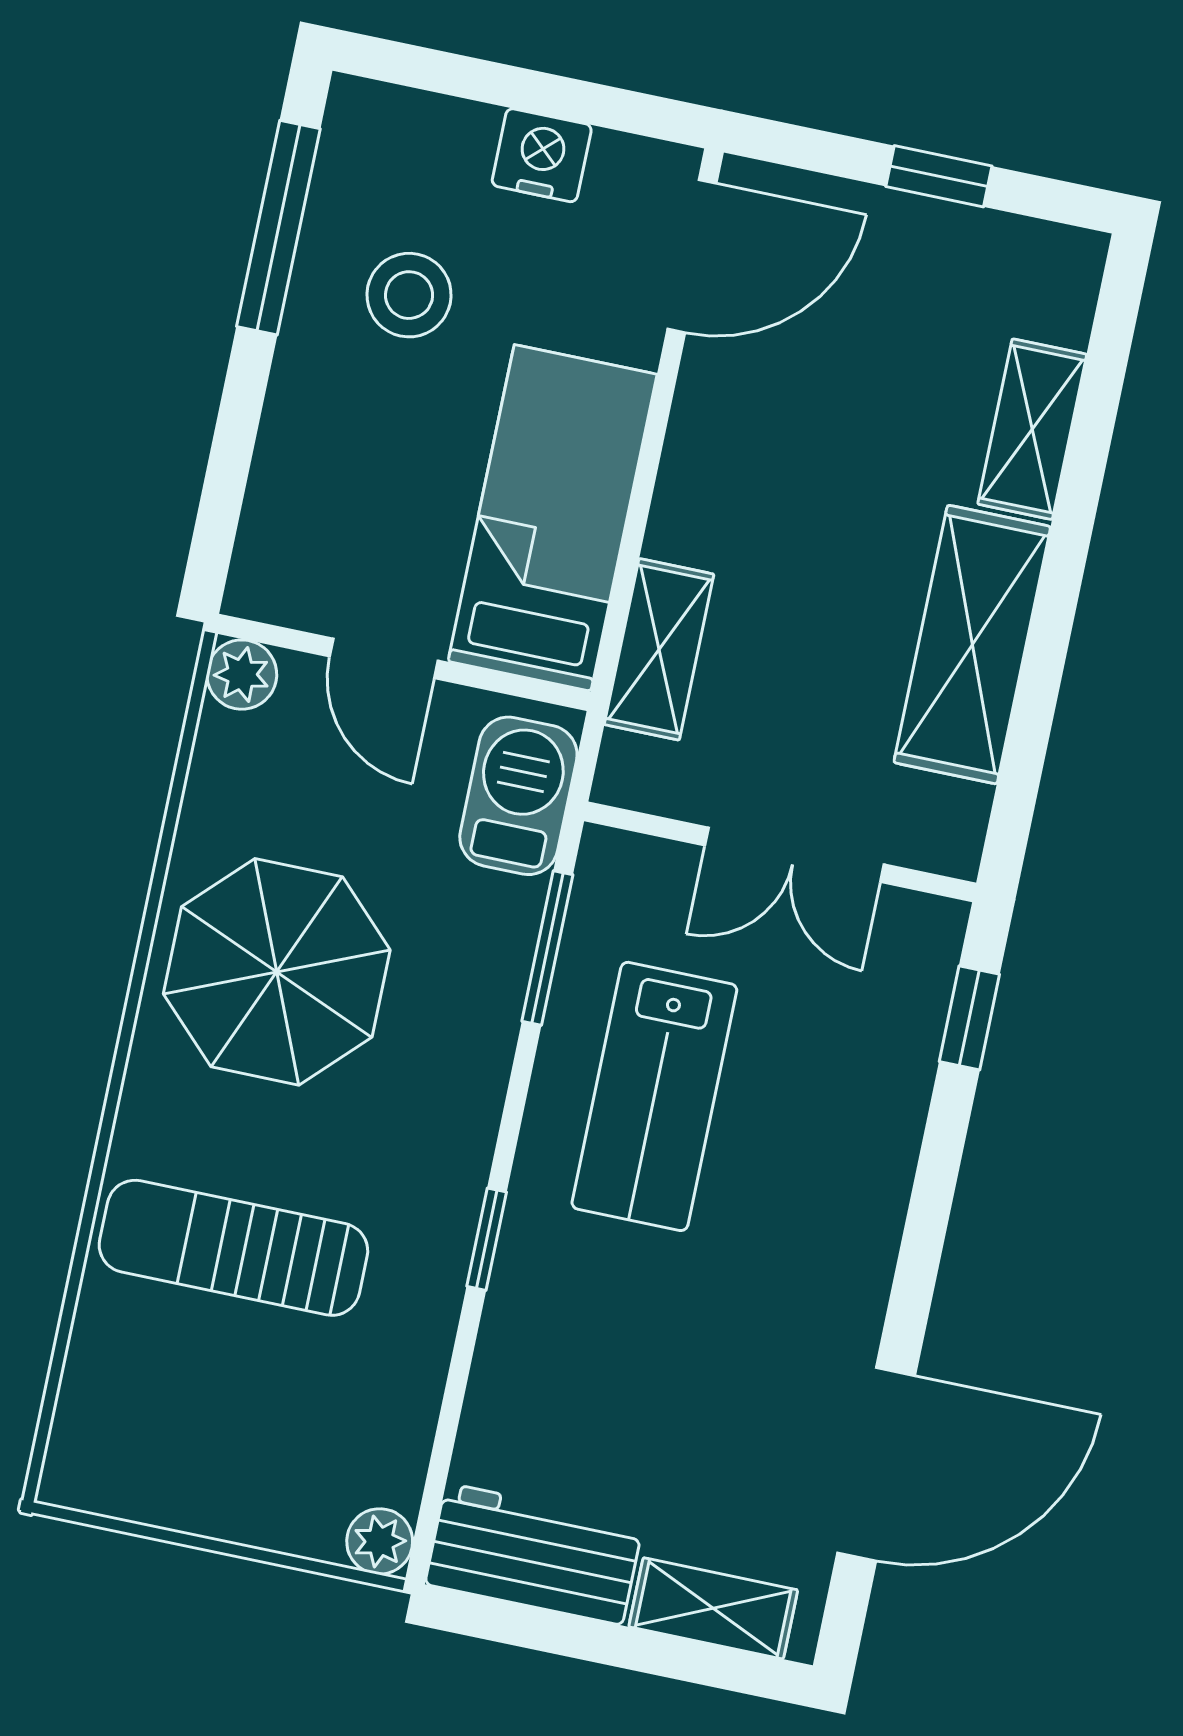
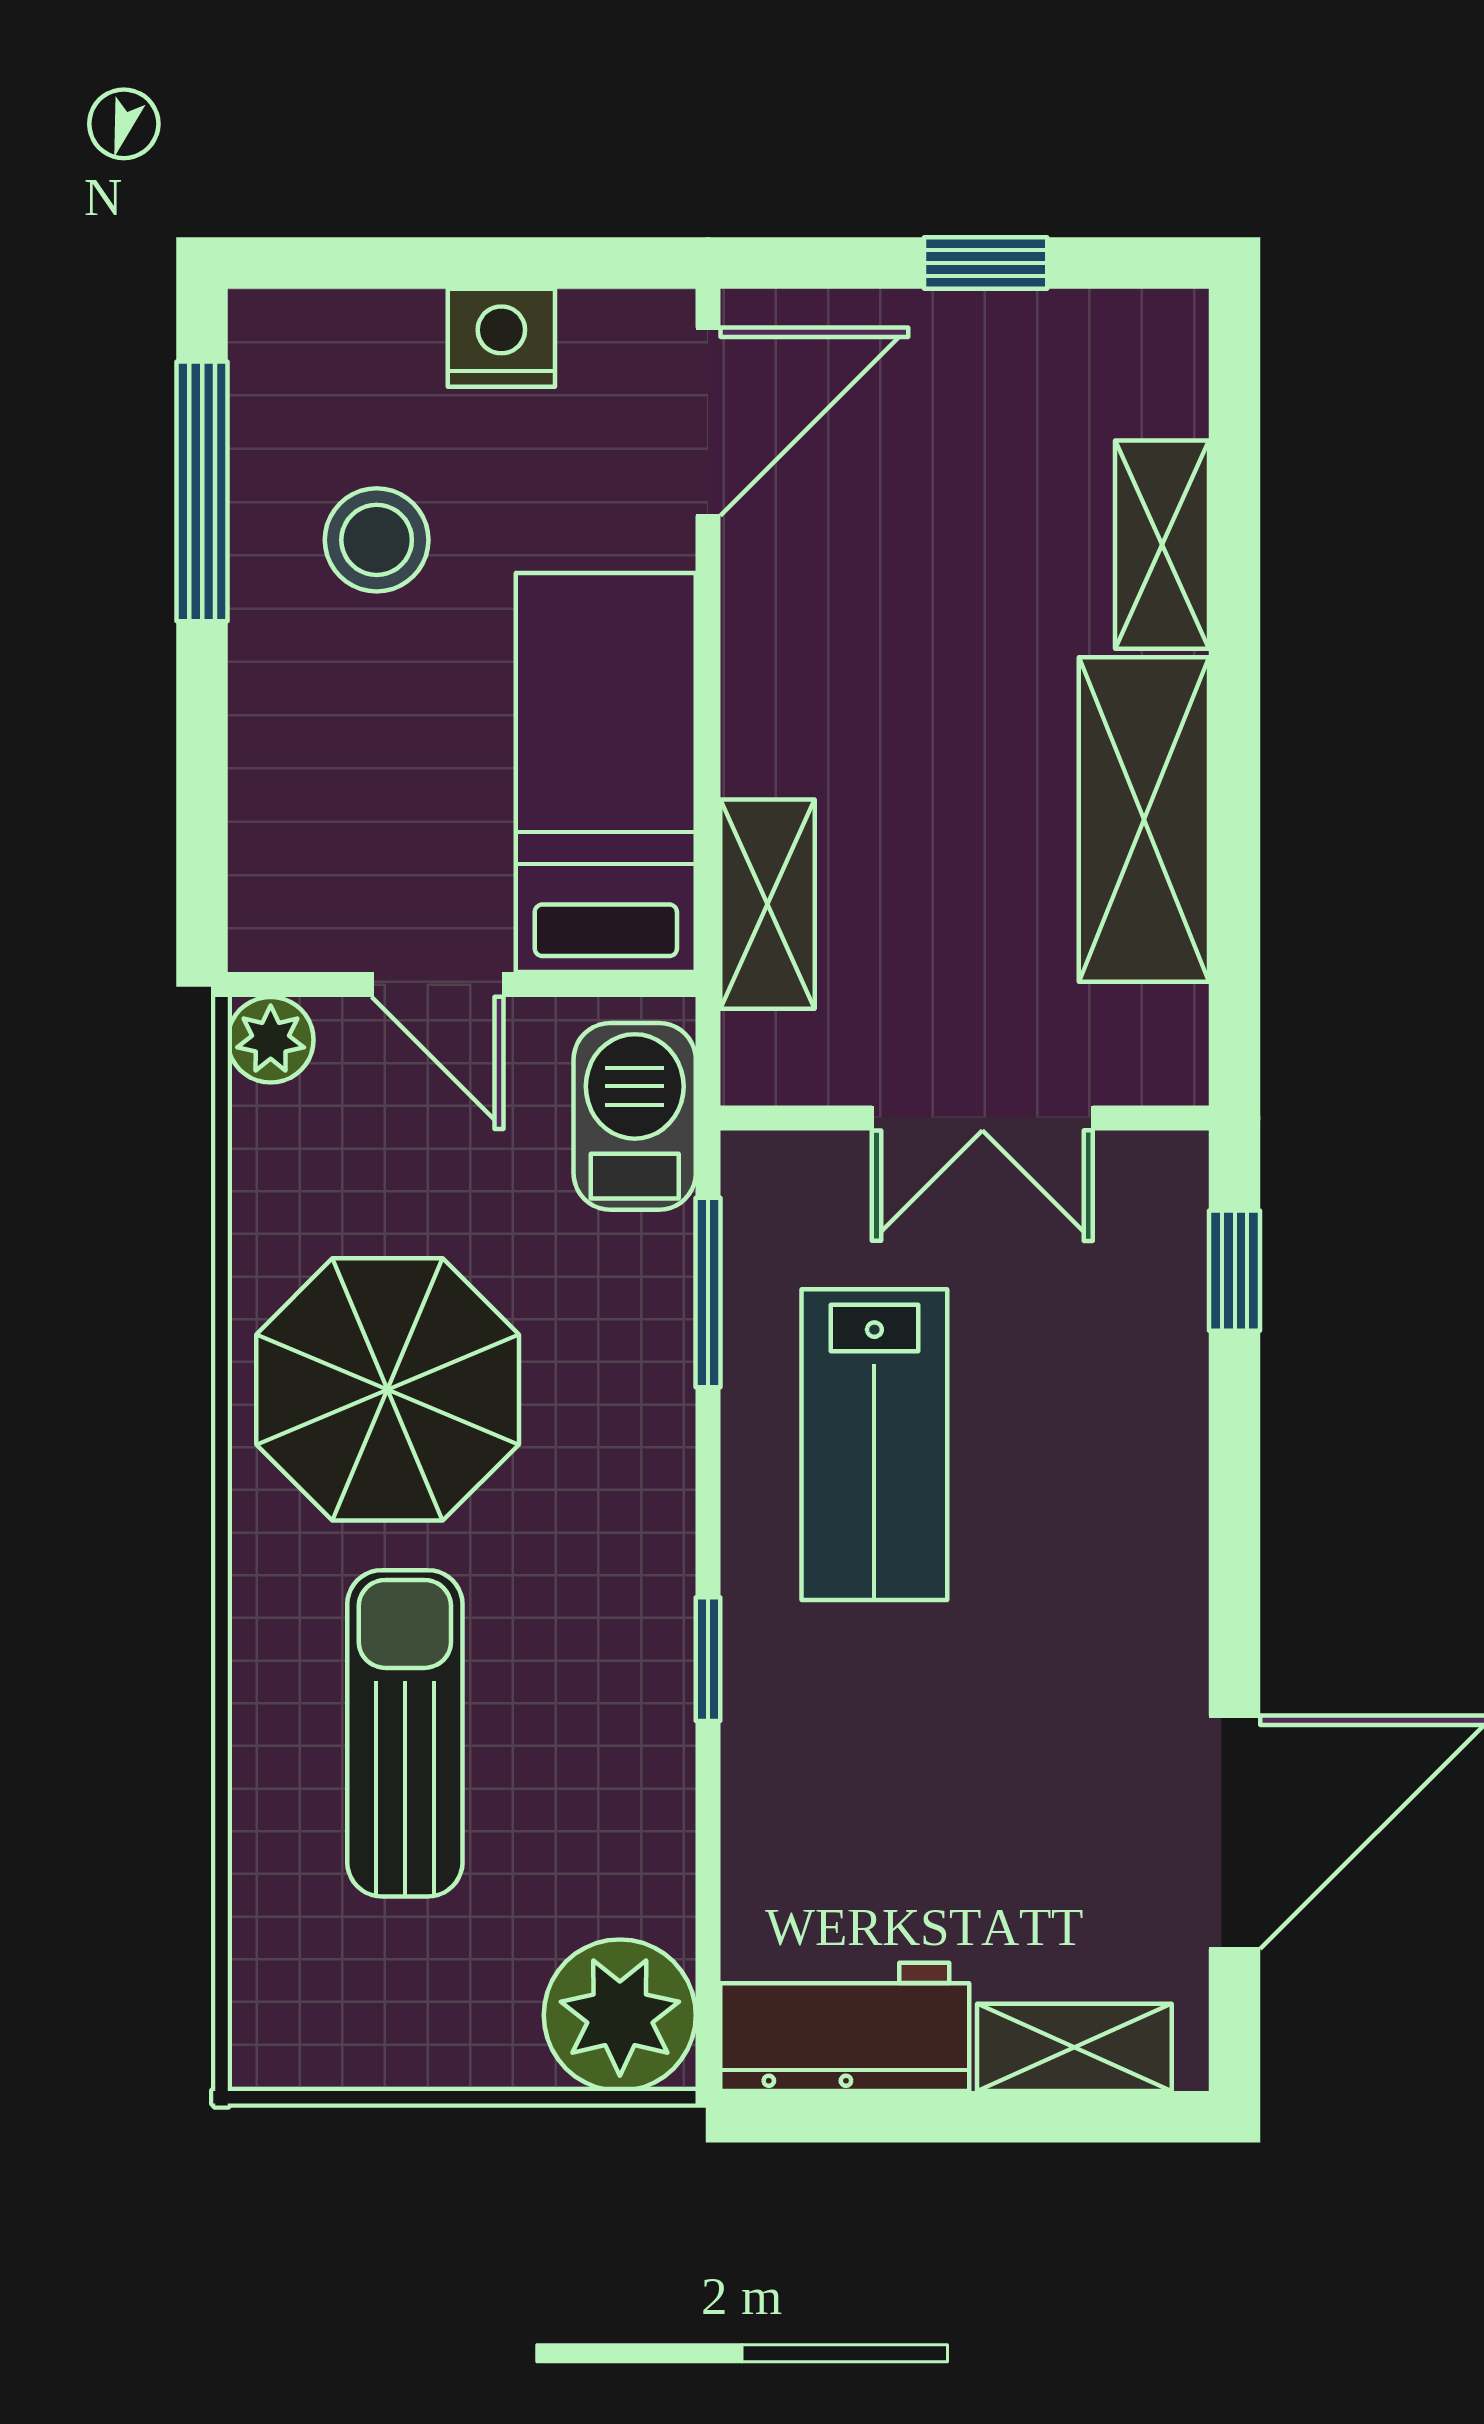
sun lounger: (233, 1248) -> (405, 1733), turned 90
plant: (380, 1541) -> (620, 2015), width x1.88, depth x1.88

